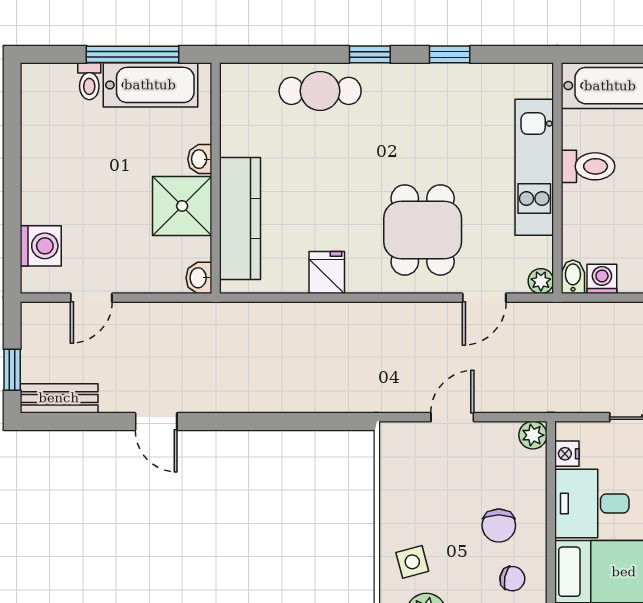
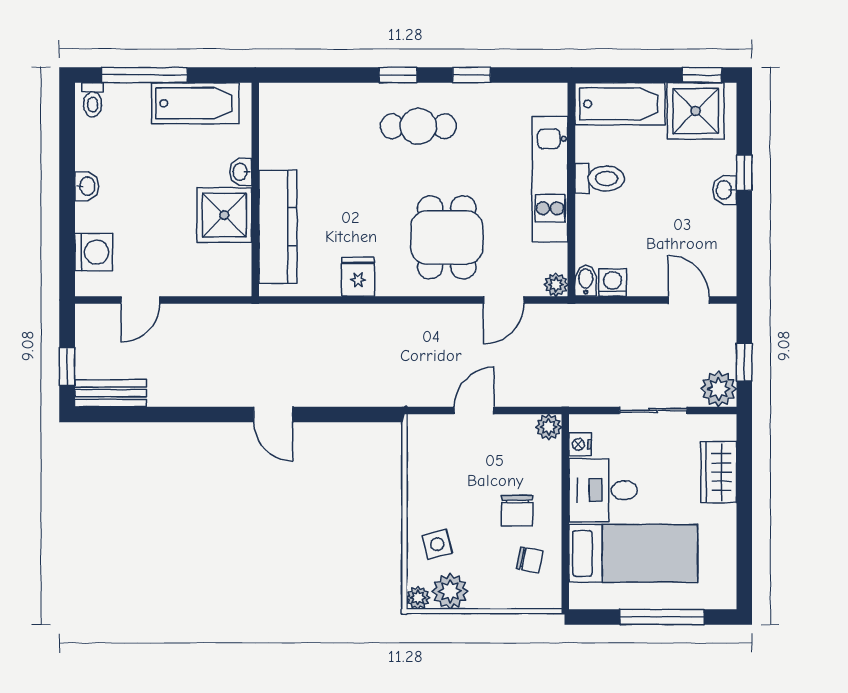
window: (133, 54) -> (144, 75), moved
toilet: (89, 81) -> (93, 100), moved
cafe table: (320, 91) -> (418, 126), moved
washbasin: (199, 278) -> (87, 186), moved, turned 180
door: (156, 421) -> (273, 414), moved

